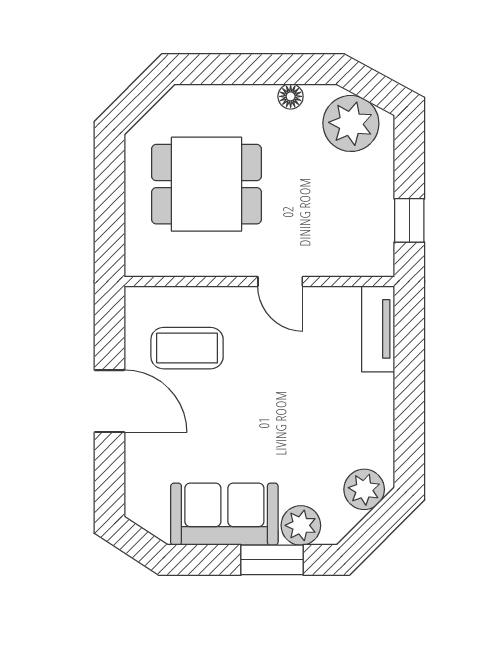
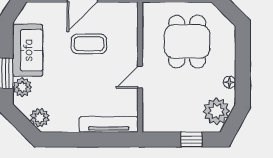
window: (409, 220) -> (191, 139), moved
tv unit: (378, 329) -> (109, 124), width x1.41
coffee table: (187, 348) -> (89, 44), moved, turned 90

